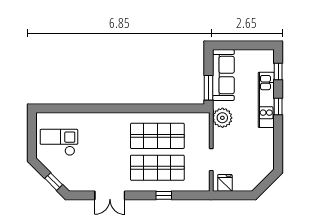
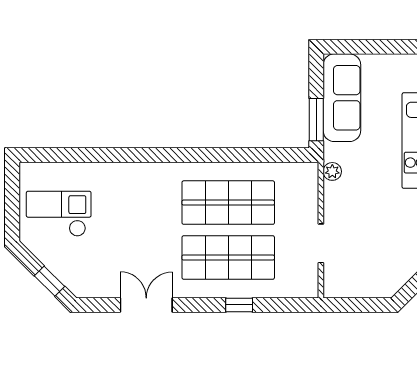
plant: (222, 118) -> (332, 171), width x0.53, depth x0.53
fridge: (225, 183) -> (345, 283), removed
double door: (110, 195) -> (146, 305), swing flipped

